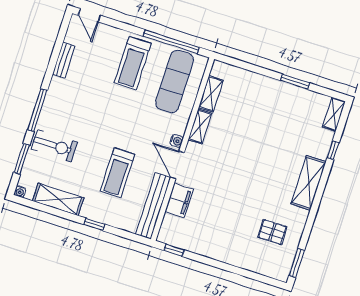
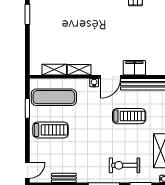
window: (171, 42) -> (27, 108), width x0.47
exercise bike: (54, 146) -> (124, 165), turned -90

